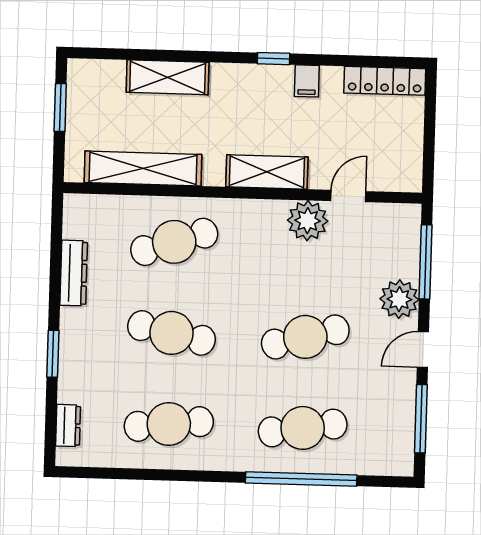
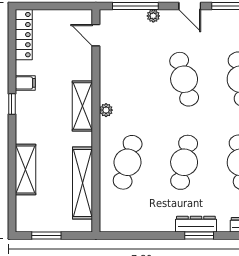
door: (348, 196) -> (96, 35), moved
plant: (308, 221) -> (106, 110), moved, width x0.53, depth x0.53
cafe table: (174, 242) -> (128, 162), turned 33
dresser: (74, 273) -> (196, 224), moved
plant: (399, 299) -> (153, 16), width x0.53, depth x0.53

